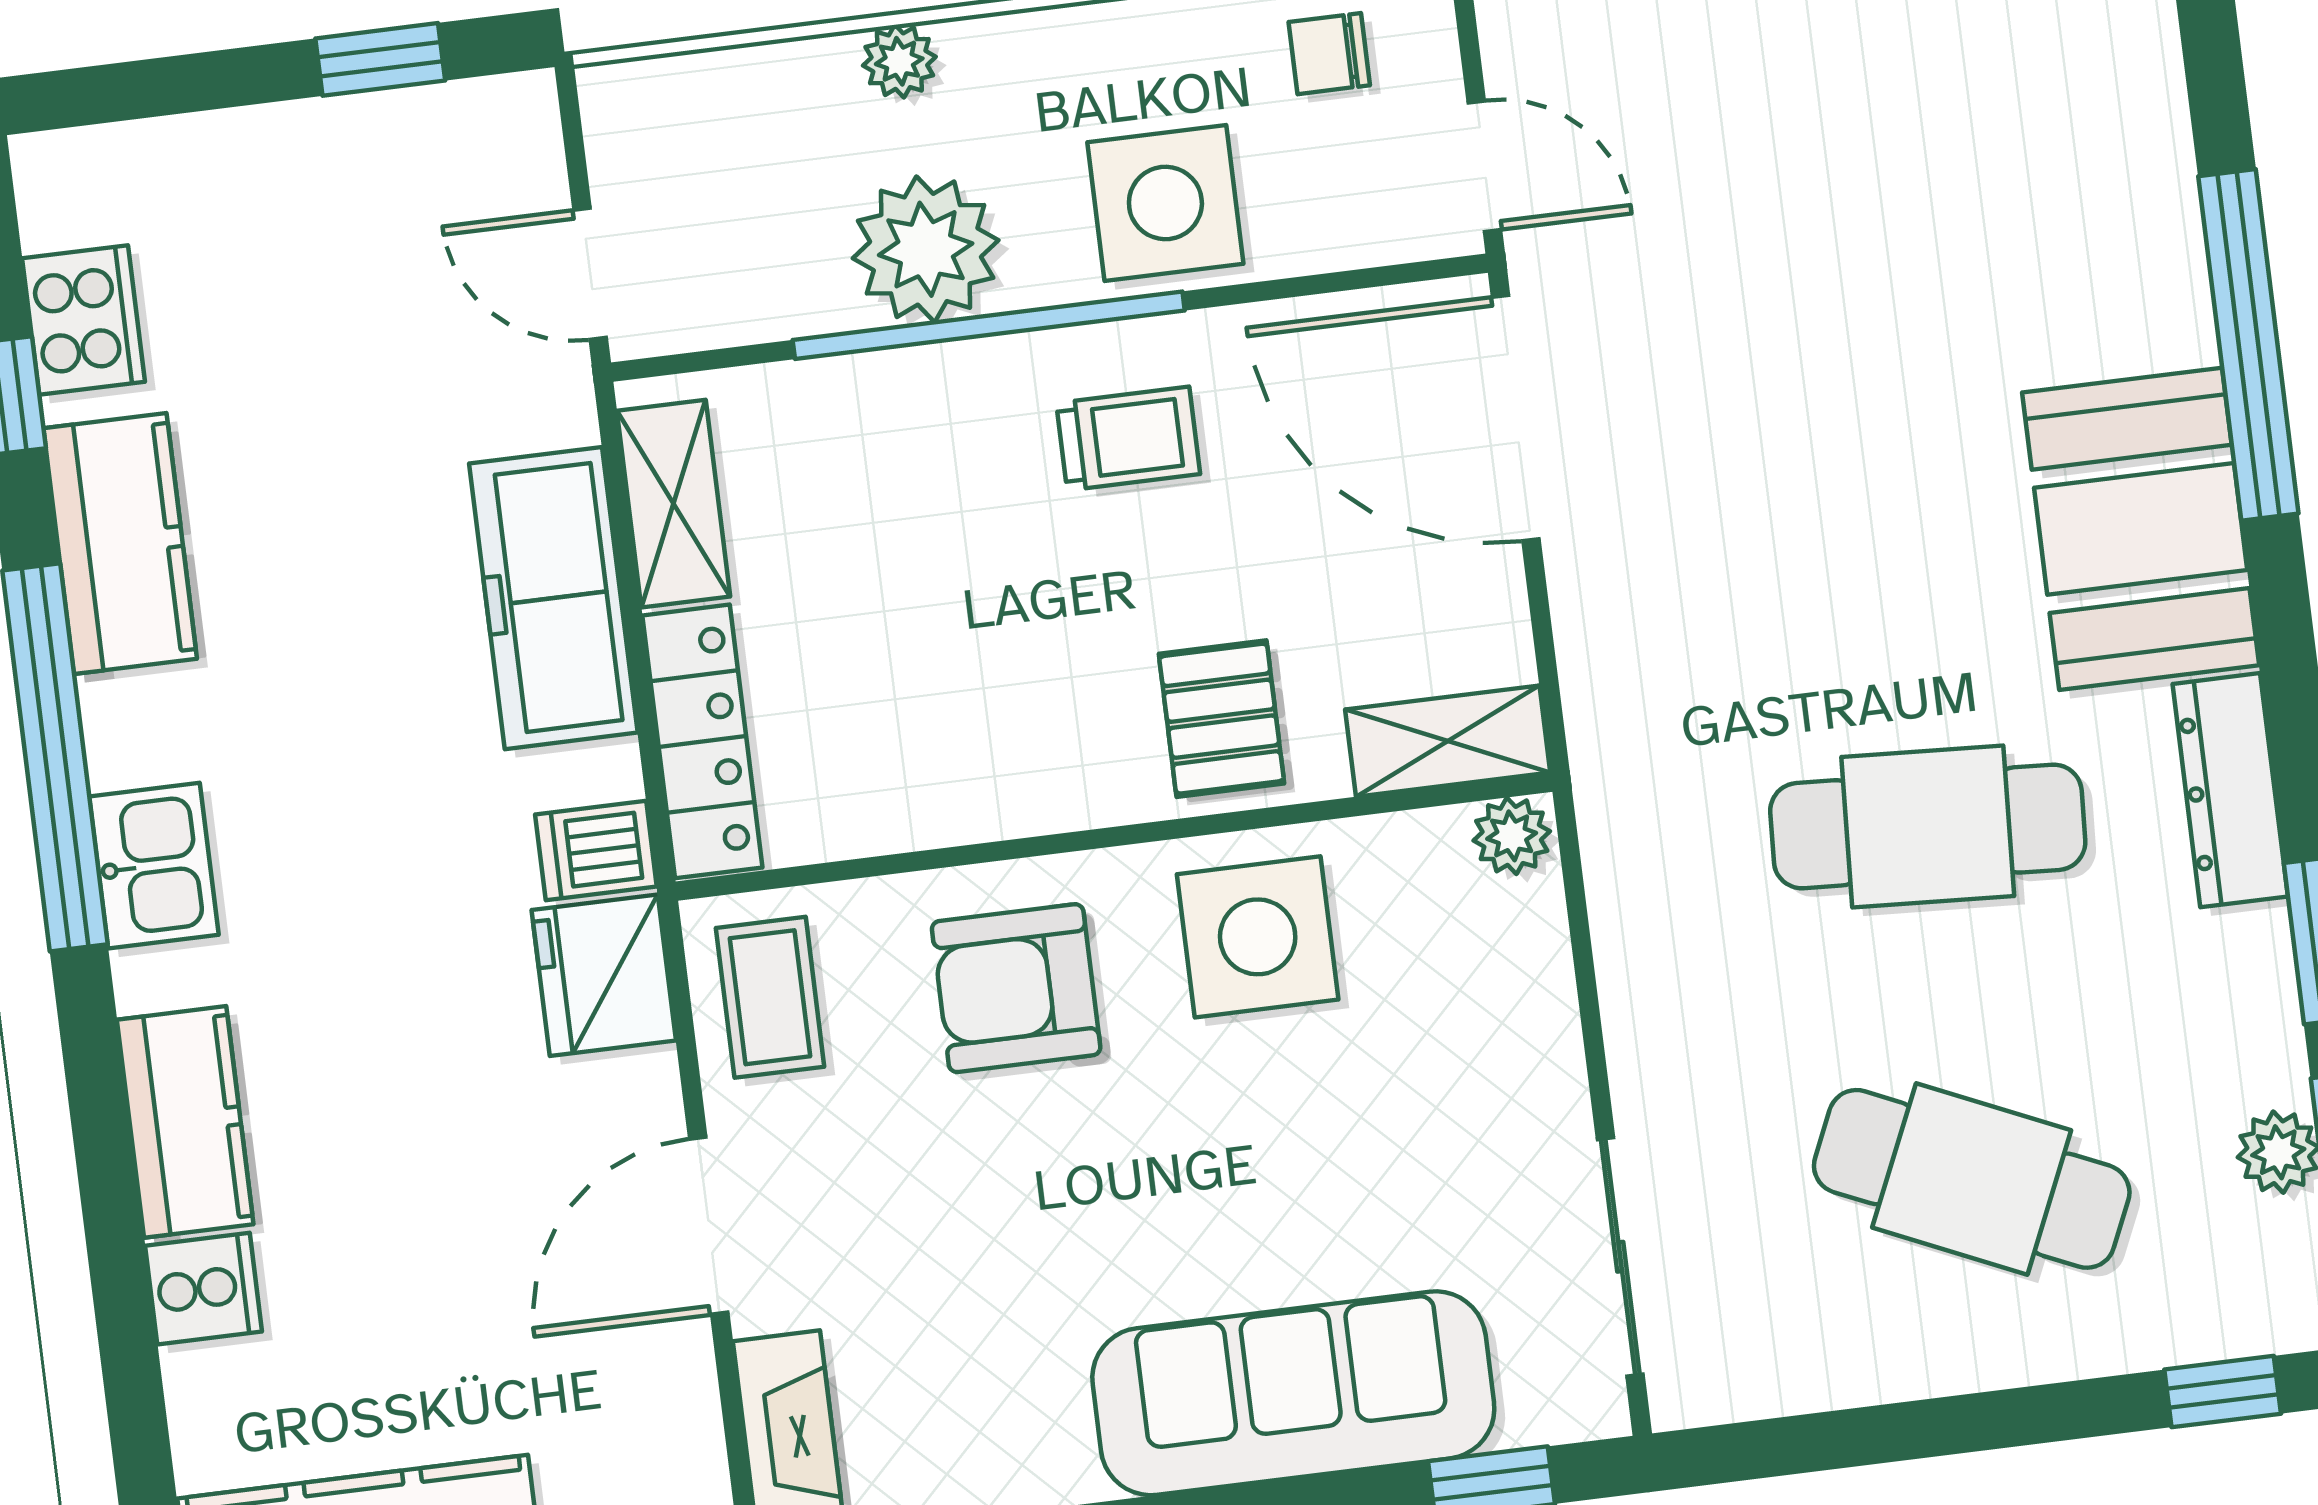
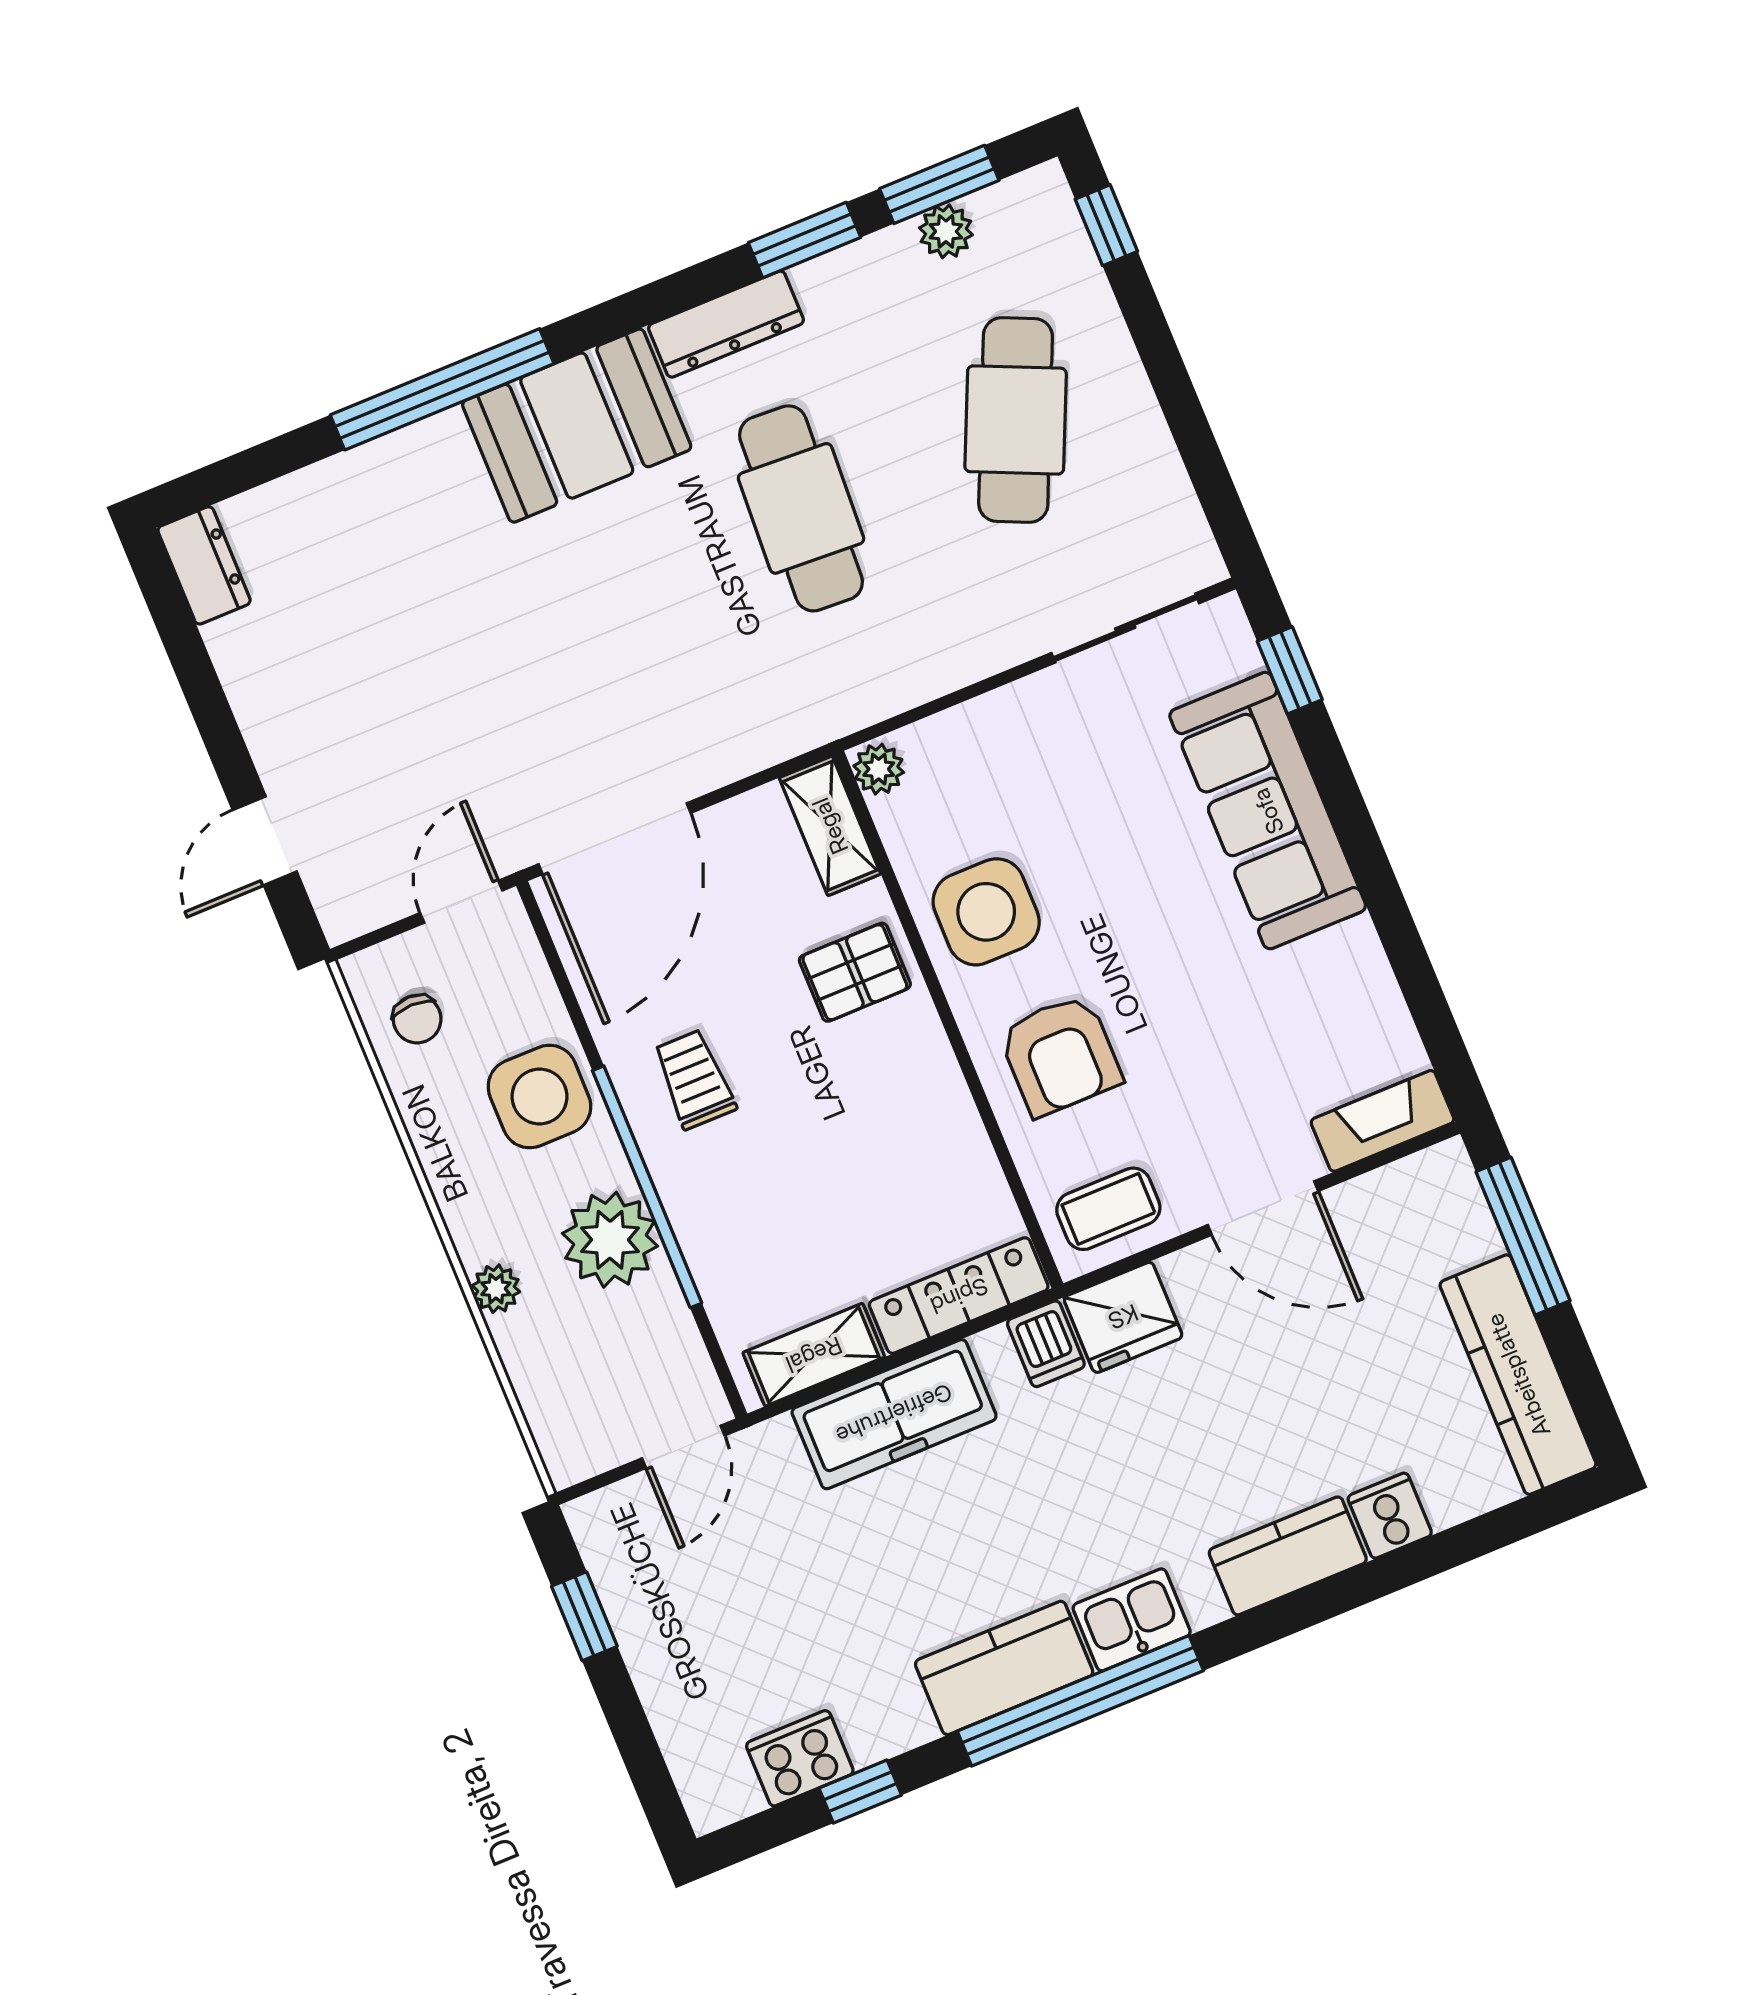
kitchen counter: (120, 544) -> (1004, 1668), moved

